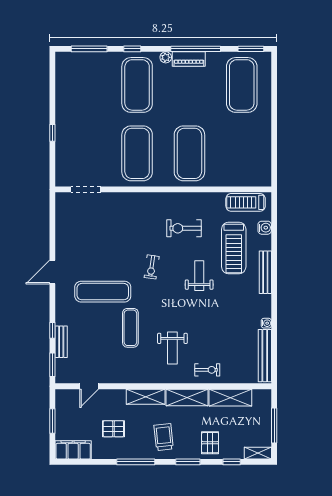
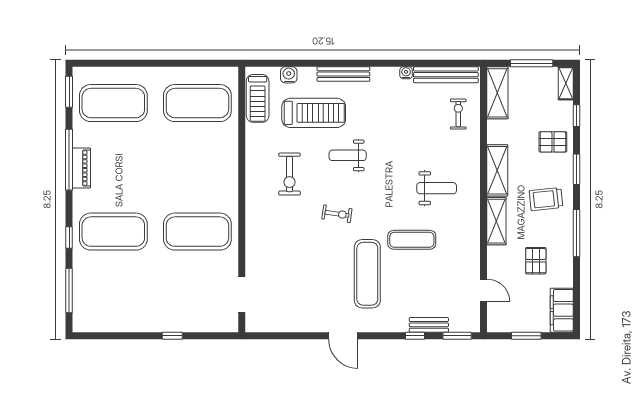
plant: (166, 57) -> (79, 196), removed
exercise mat: (189, 153) -> (197, 103), moved
exercise bike: (207, 370) -> (458, 114), moved
shelving: (230, 398) -> (497, 93), moved

